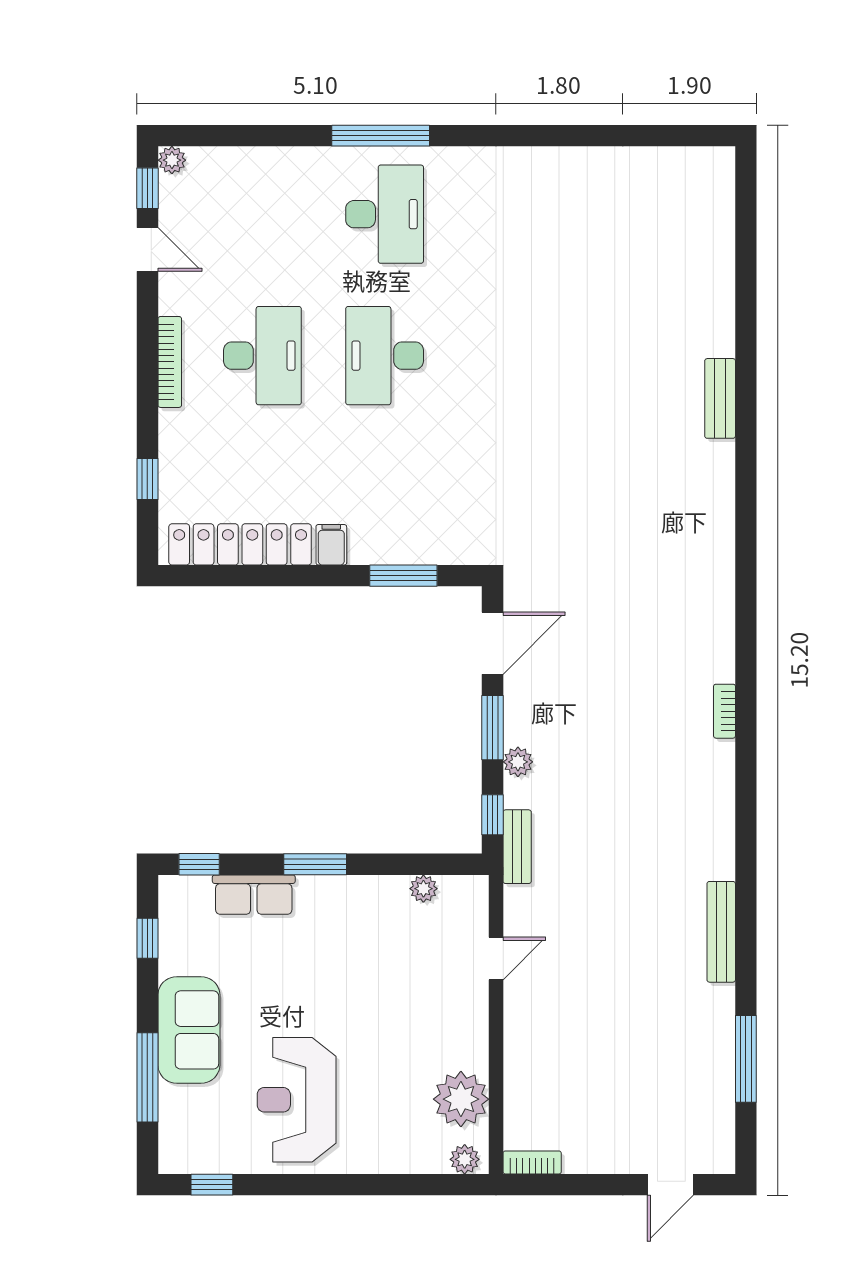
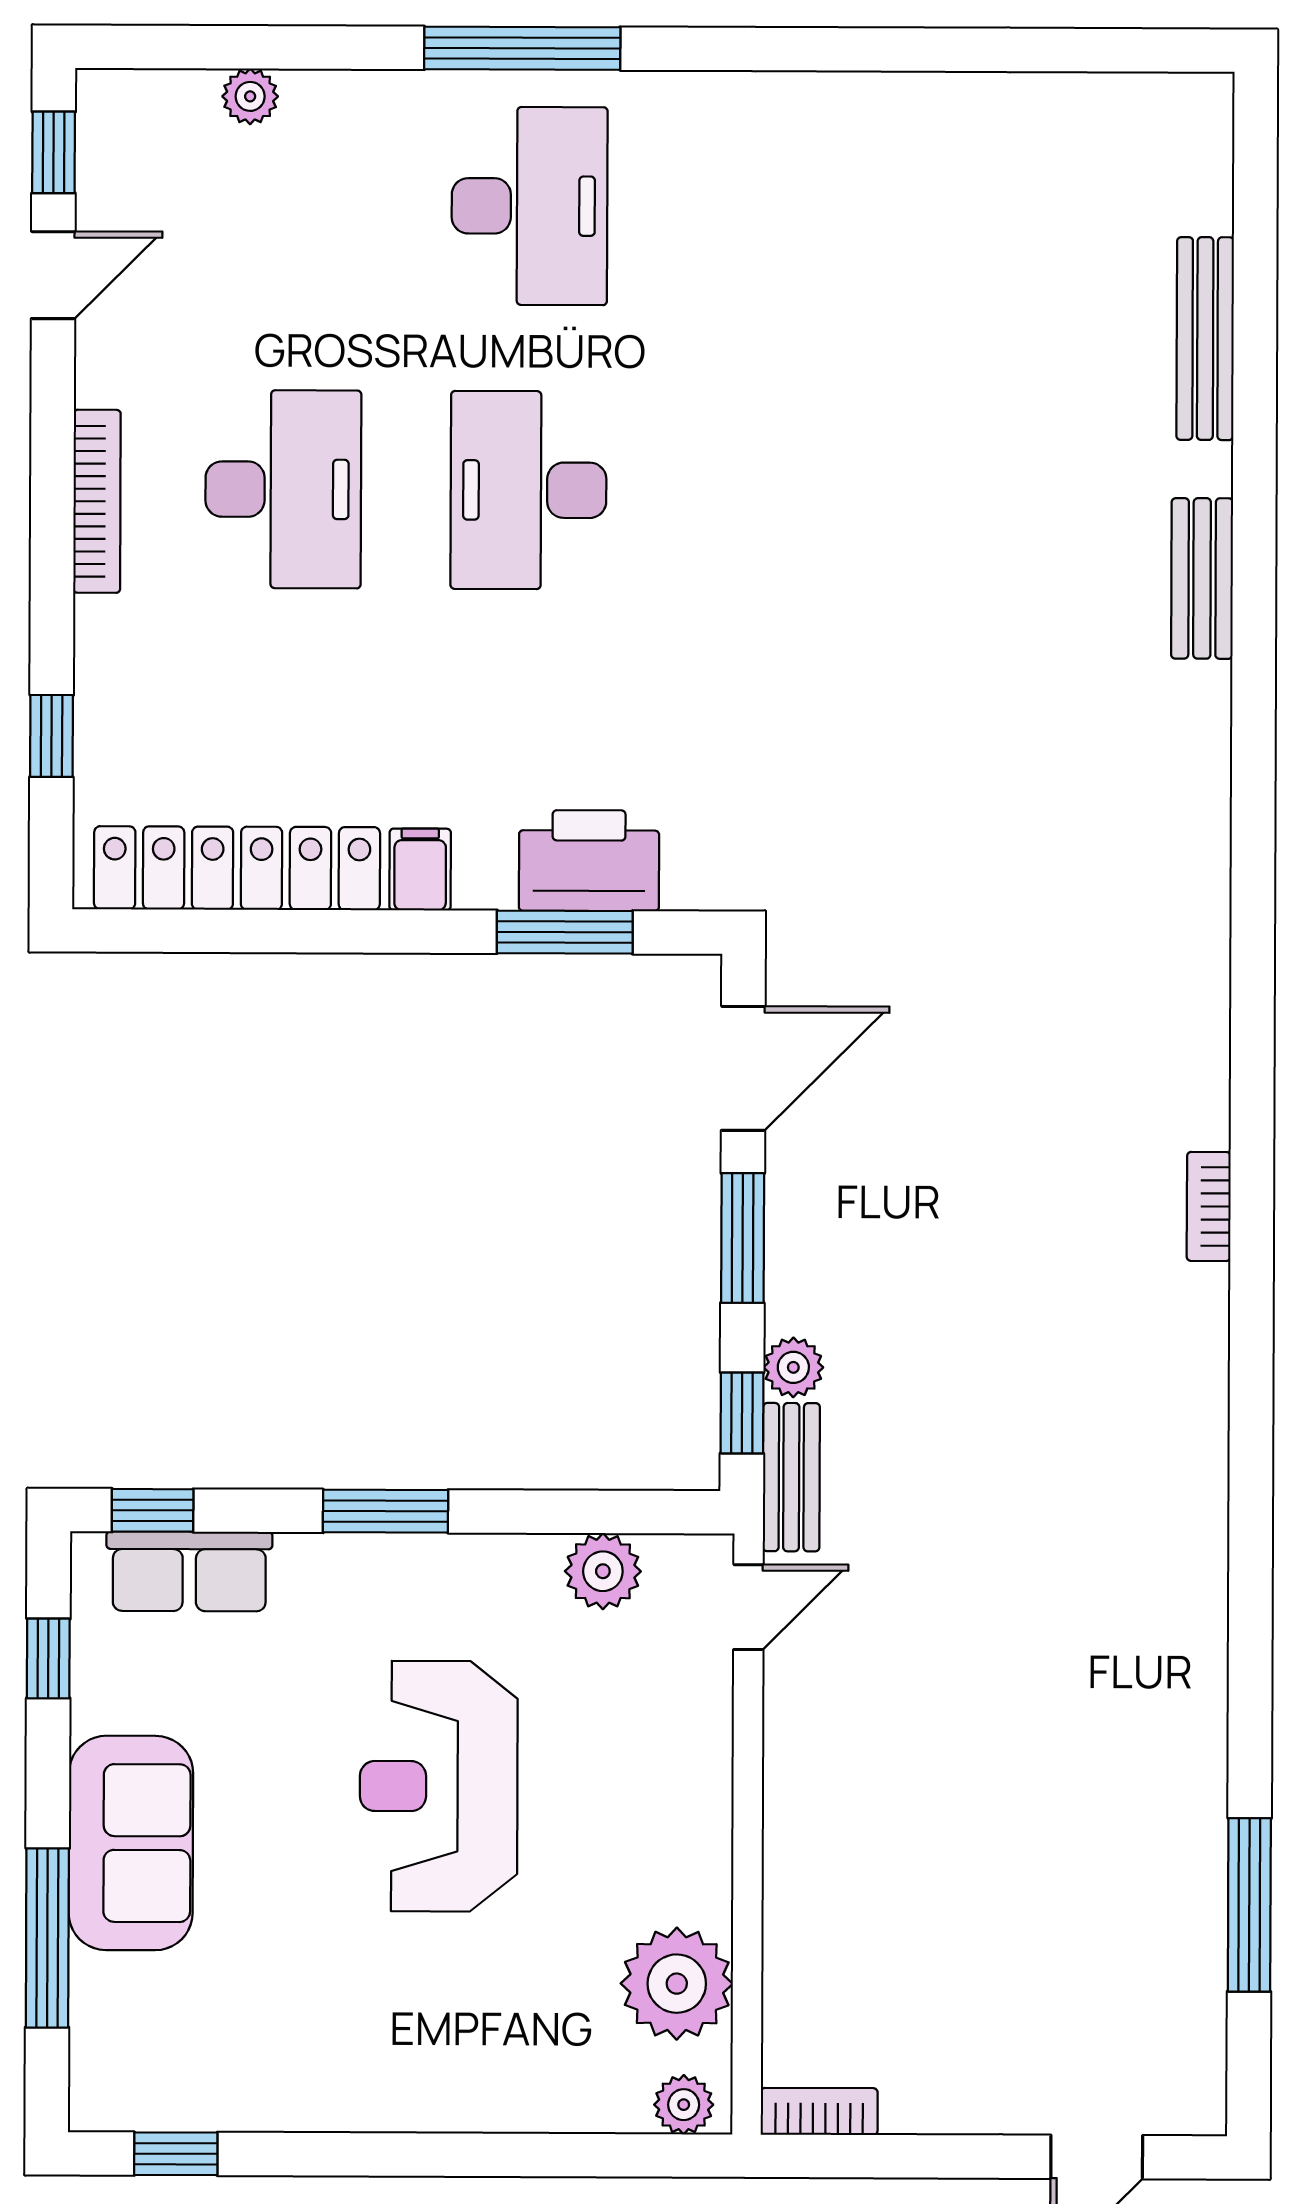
plant: (172, 160) -> (250, 96), moved
door: (147, 249) -> (53, 275), hinge flipped
printer: (415, 540) -> (589, 861), added
plant: (518, 762) -> (793, 1367), moved
plant: (423, 889) -> (603, 1571), width x1.38, depth x1.38
row of seats: (254, 895) -> (189, 1571), moved
bench: (721, 932) -> (1205, 339), moved
door: (496, 958) -> (748, 1607), moved
reception desk: (297, 1100) -> (439, 1786), moved

